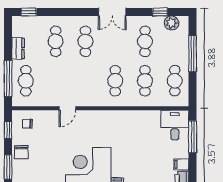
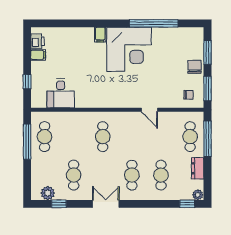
plant: (18, 21) -> (198, 195), added
window: (193, 54) -> (27, 142), moved
cafe table: (145, 81) -> (74, 137), removed
door: (67, 108) -> (149, 110), swing flipped
desk: (175, 125) -> (61, 93), moved
window: (8, 130) -> (208, 88), width x1.50
window: (193, 137) -> (27, 82), width x0.46

